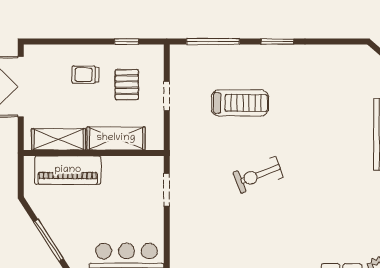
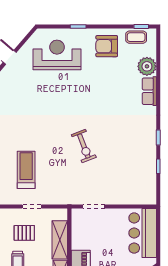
treadmill: (240, 103) -> (26, 170), moved

